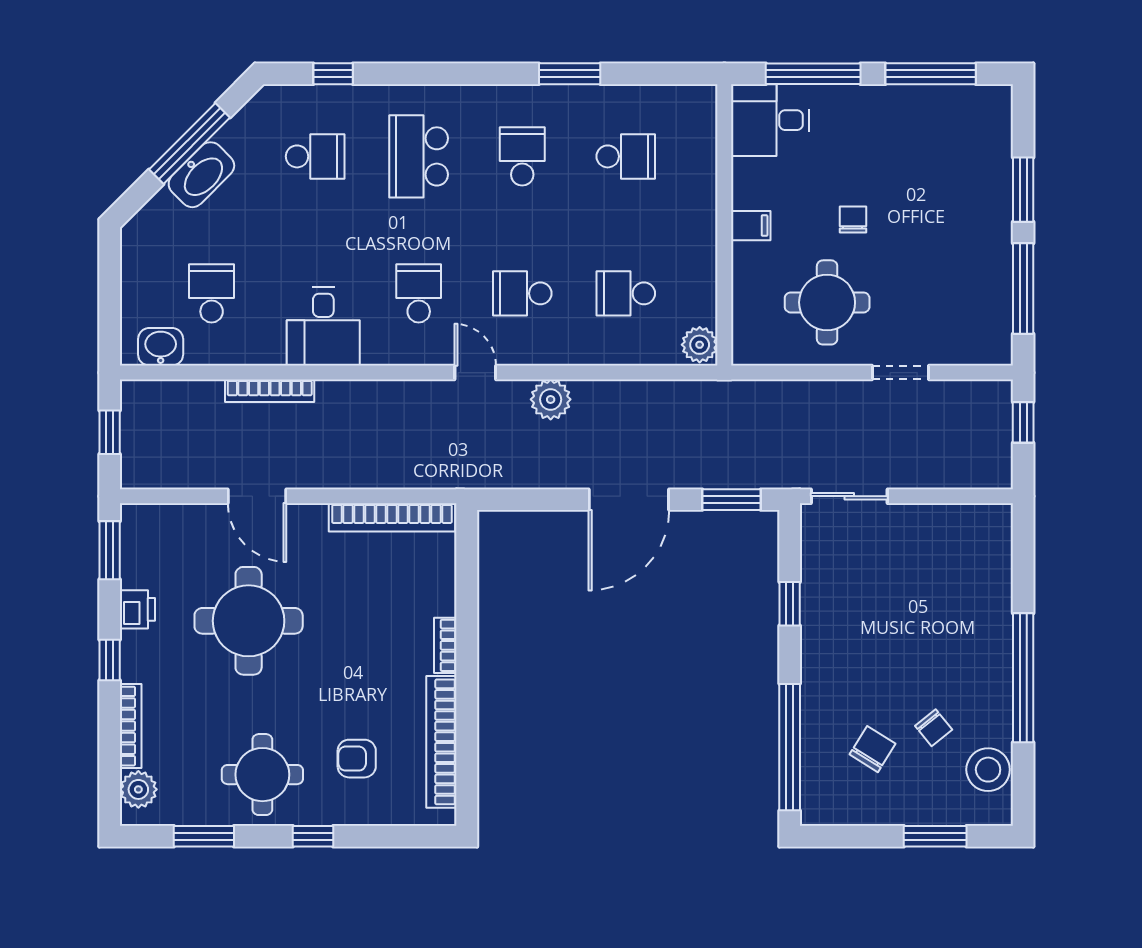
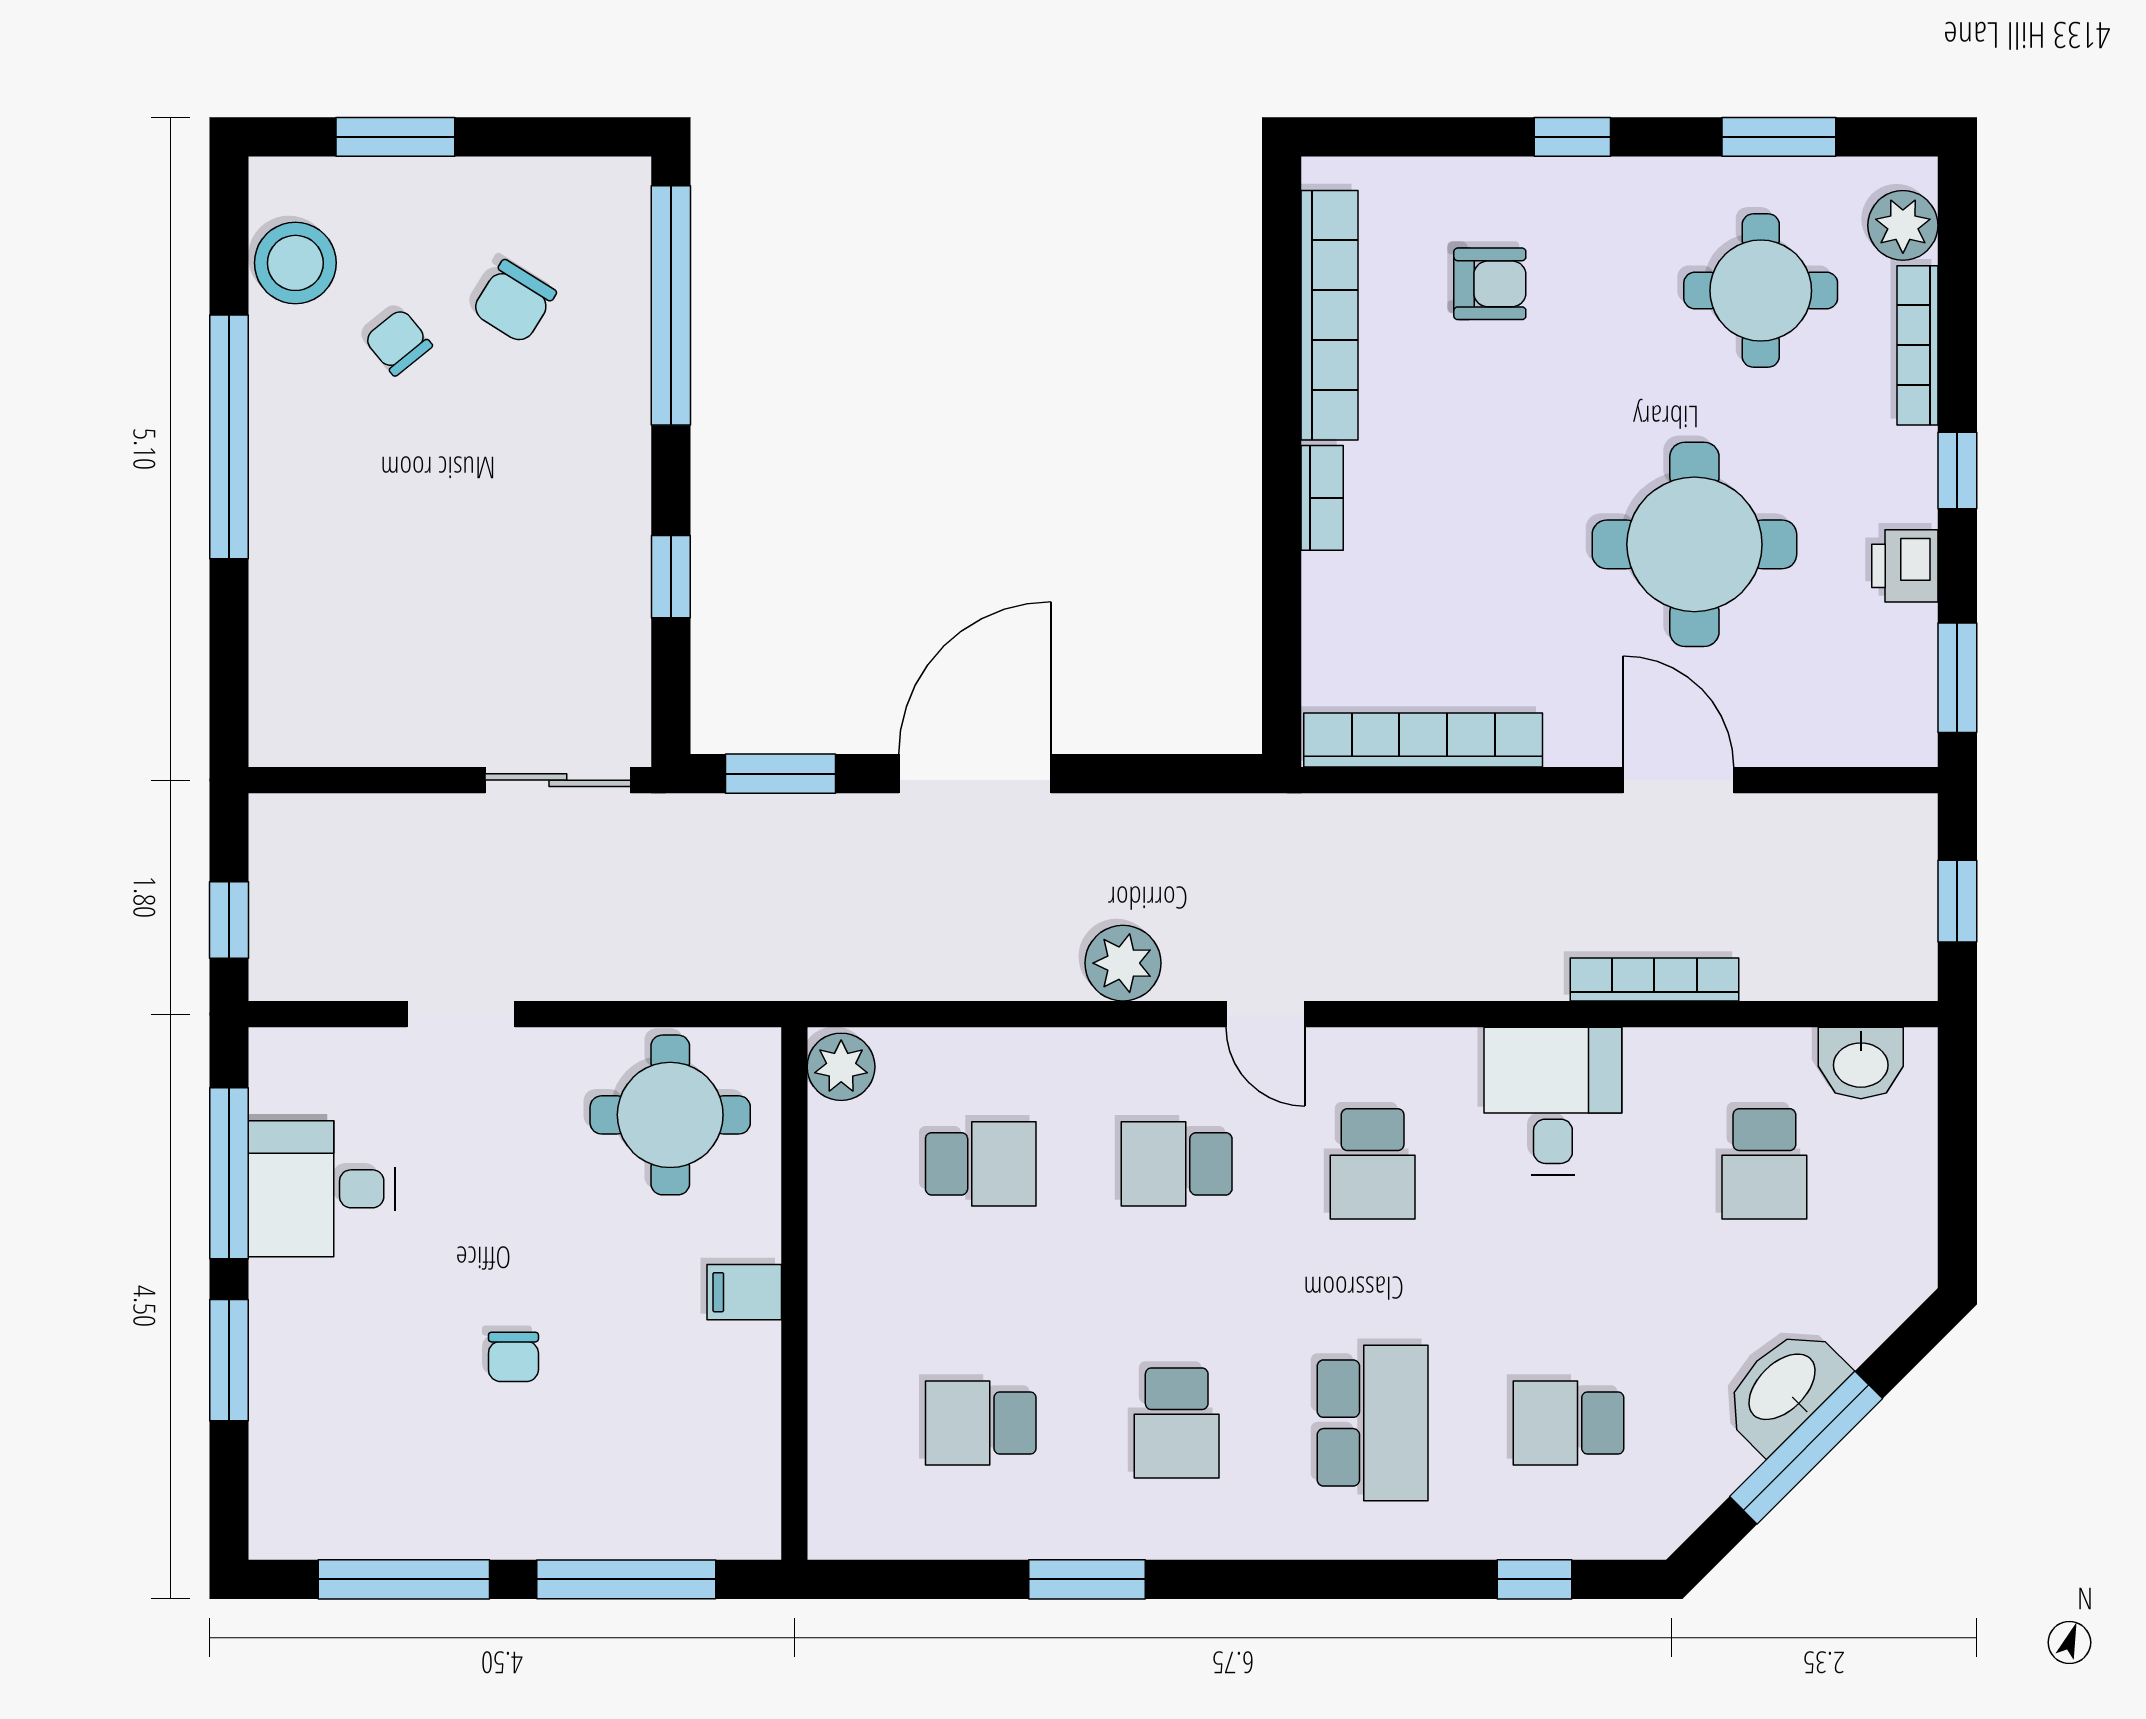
desk: (770, 120) -> (322, 1189), moved, turned 180
chair: (853, 220) -> (513, 1357), moved
school desk: (522, 293) -> (1177, 1164), turned 180
round table: (827, 302) -> (670, 1115), moved
round table: (262, 775) -> (1761, 291), moved

